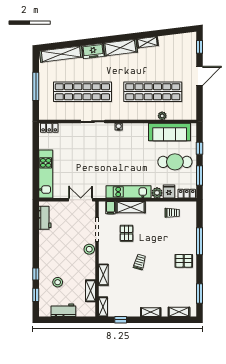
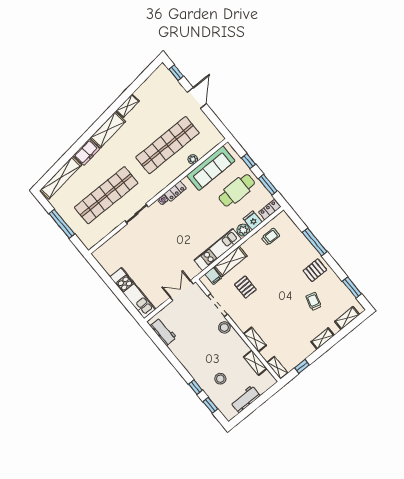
locker: (49, 128) -> (175, 191), moved
trolley: (140, 262) -> (314, 301), moved

